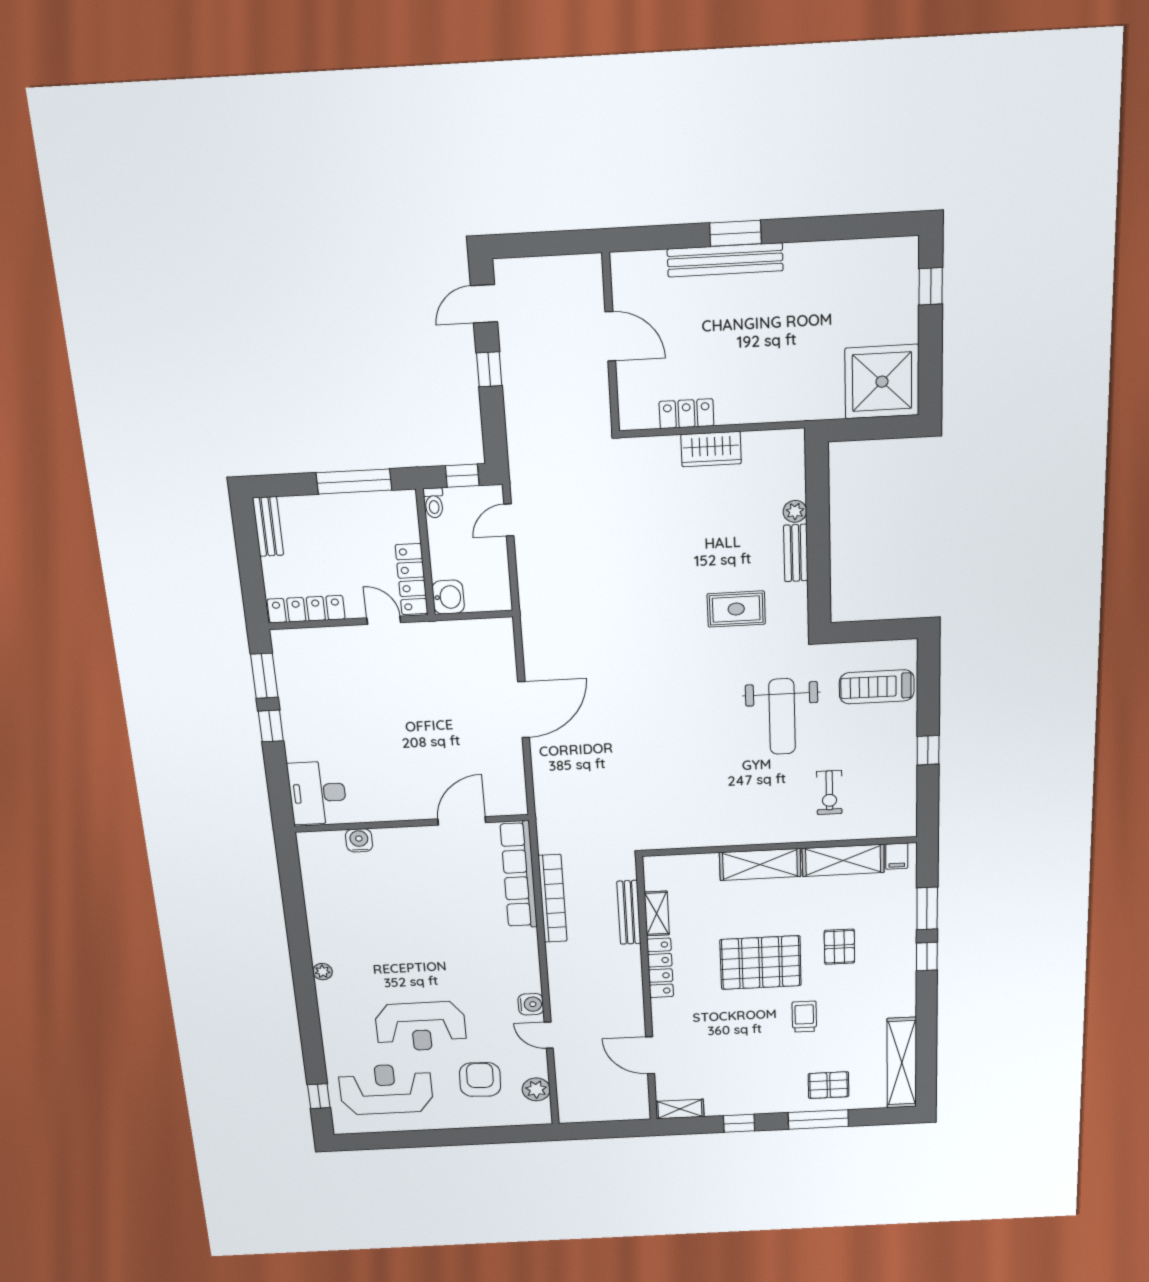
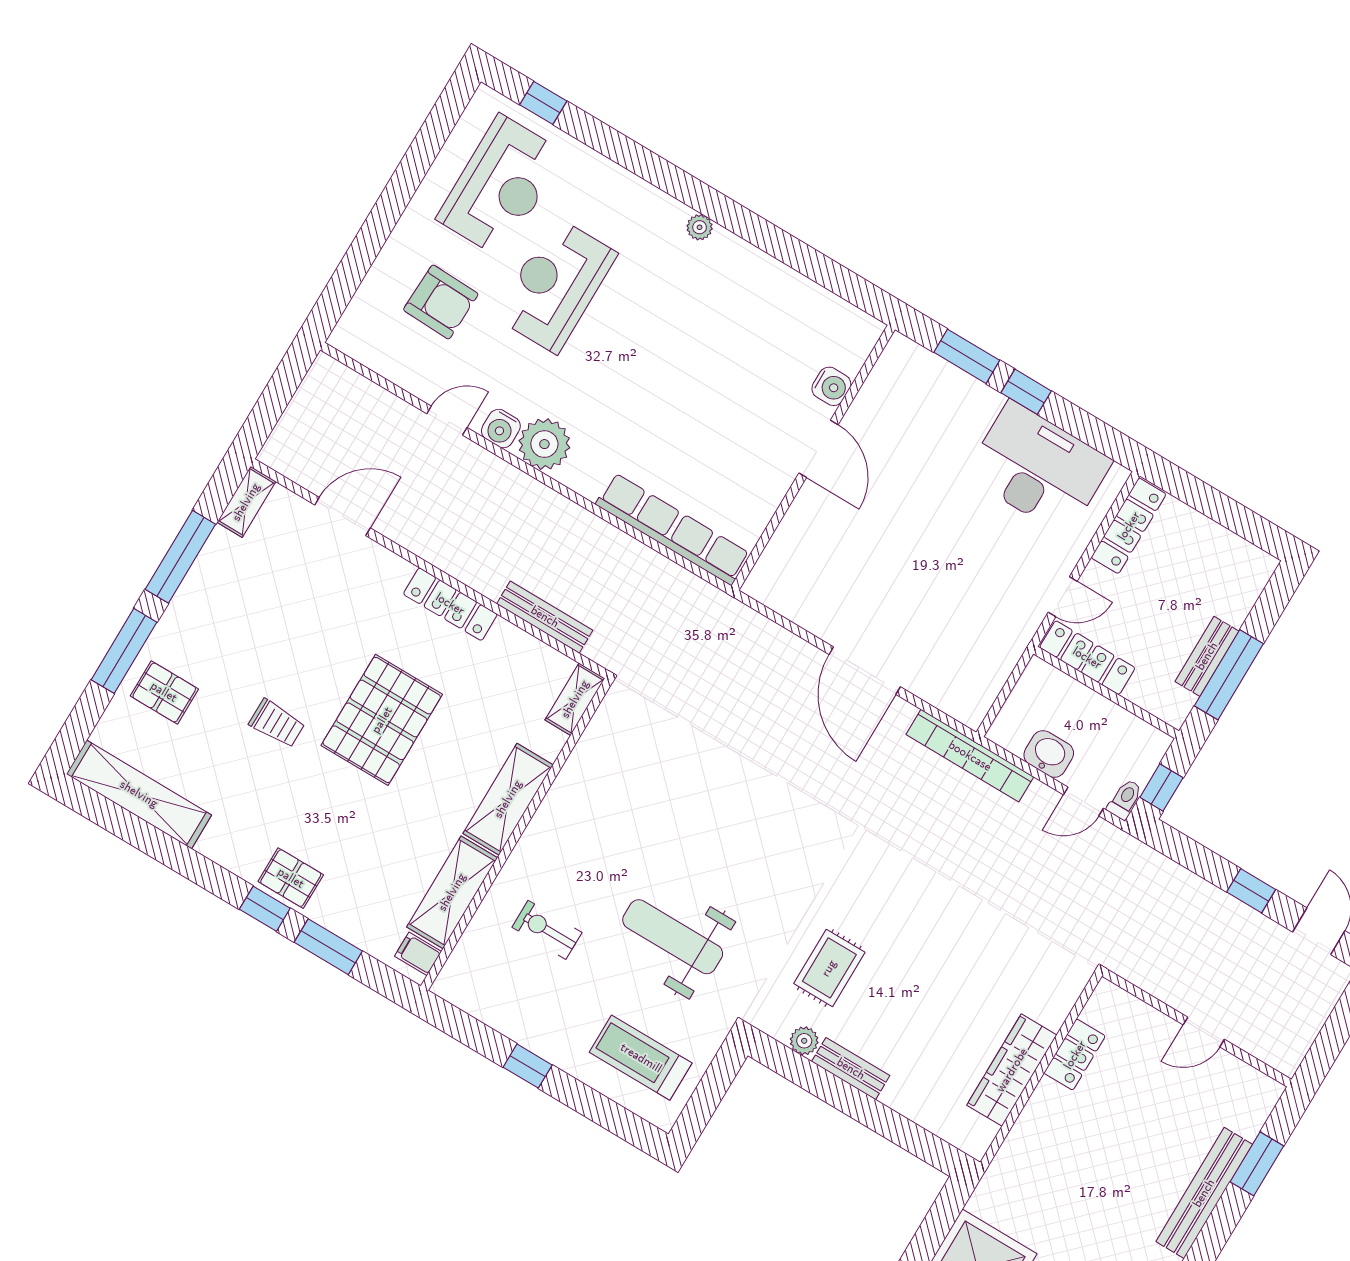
window: (735, 233) -> (1257, 1164), moved
door: (610, 336) -> (1204, 1032), width x0.73
wardrobe: (711, 449) -> (1012, 1070), width x1.50
toilet: (434, 503) -> (1125, 799), moved, turned 90
plant: (795, 511) -> (804, 1041), moved
door: (509, 520) -> (1083, 801), swing flipped
bench: (268, 527) -> (1207, 656), moved, turned 90
washbasin: (448, 597) -> (1049, 754), moved, turned 180
window: (264, 676) -> (967, 356), moved
treadmill: (877, 687) -> (641, 1058), turned -90
desk: (317, 793) -> (1038, 468), moved, width x1.36, depth x1.30
door: (462, 821) -> (818, 449), moved
bookcase: (553, 898) -> (970, 756), moved
shelving: (657, 913) -> (575, 699), moved, turned 90
pallet: (839, 947) -> (291, 878), moved
pallet: (829, 1085) -> (164, 692), turned 90
plant: (536, 1089) -> (544, 444), moved, width x1.36, depth x1.36
window: (739, 1123) -> (180, 557), width x2.17

